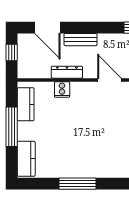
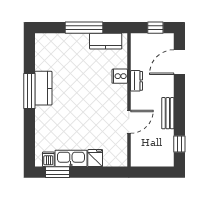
bench: (81, 40) -> (168, 113), moved
dresser: (67, 72) -> (136, 81), width x0.70
kitchen counter: (26, 159) -> (43, 88), moved, turned -90

